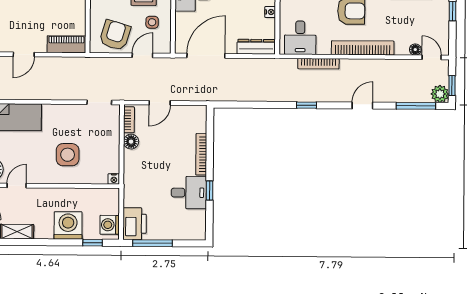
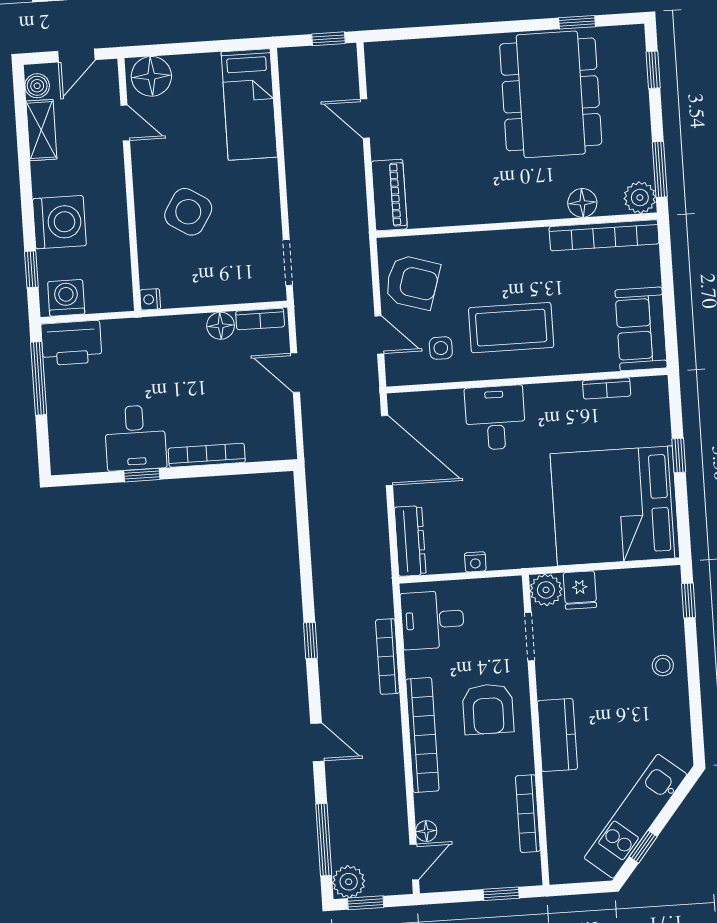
side table: (68, 155) -> (188, 212), turned 32

